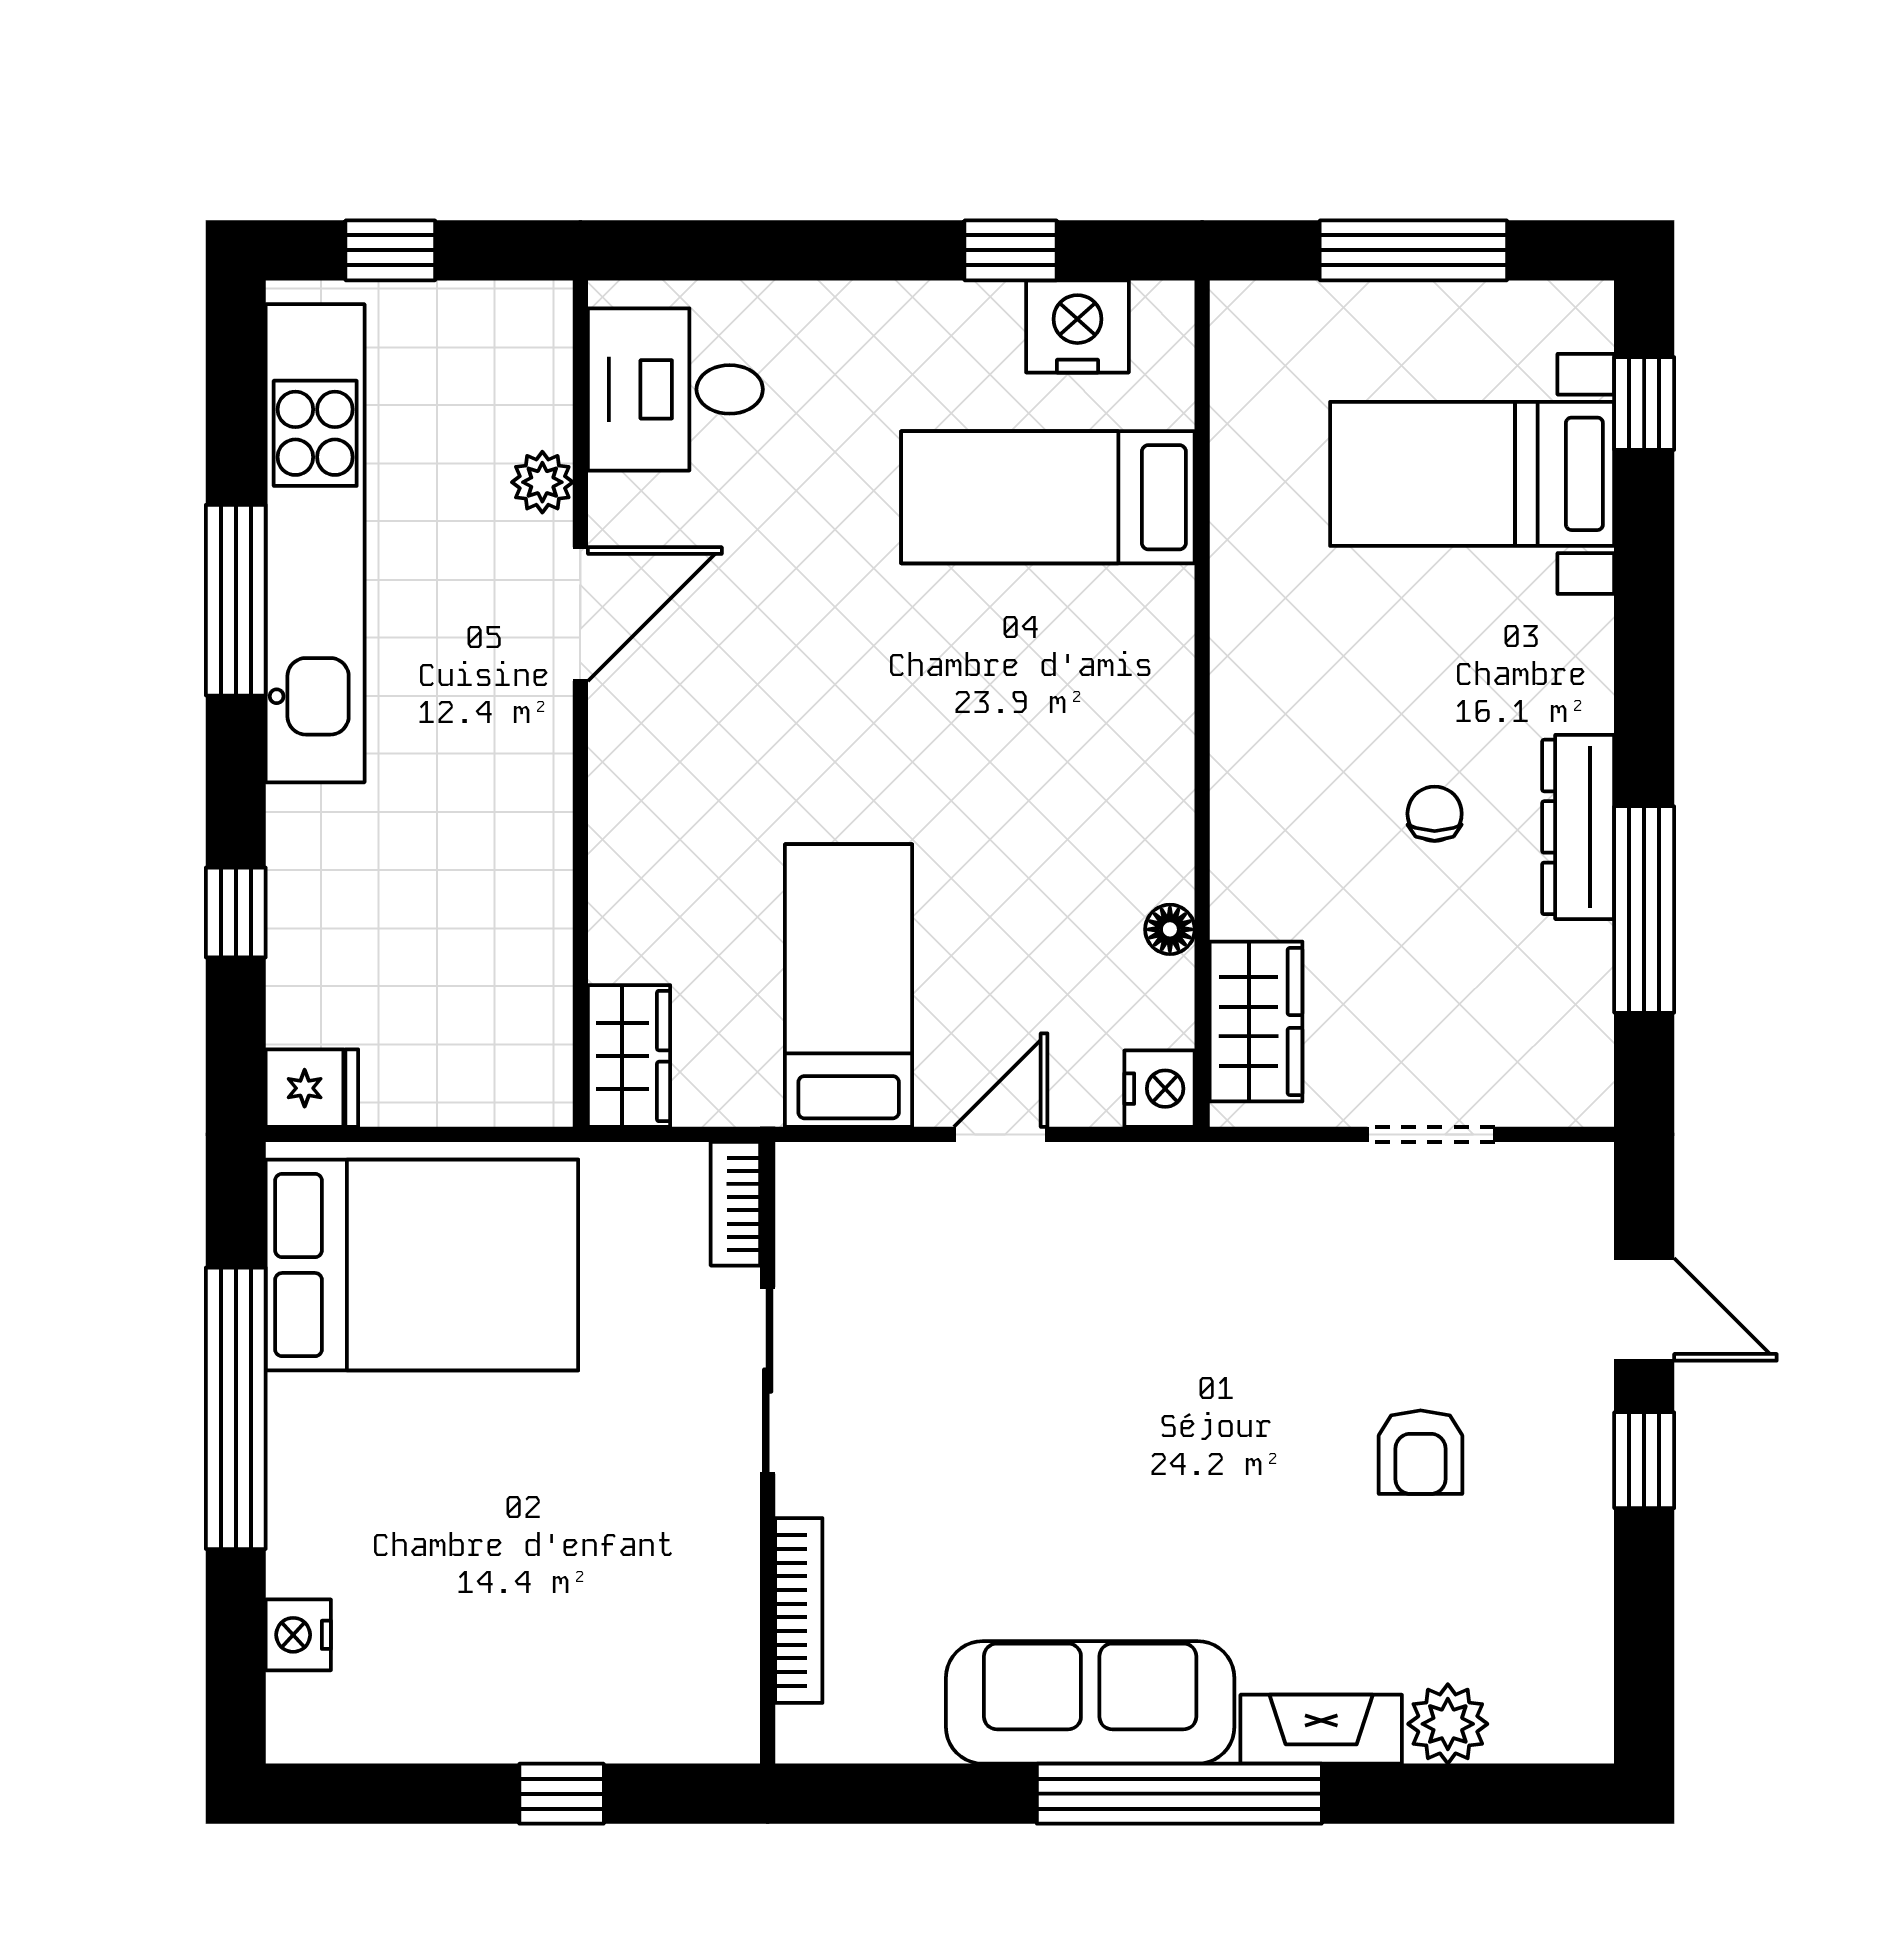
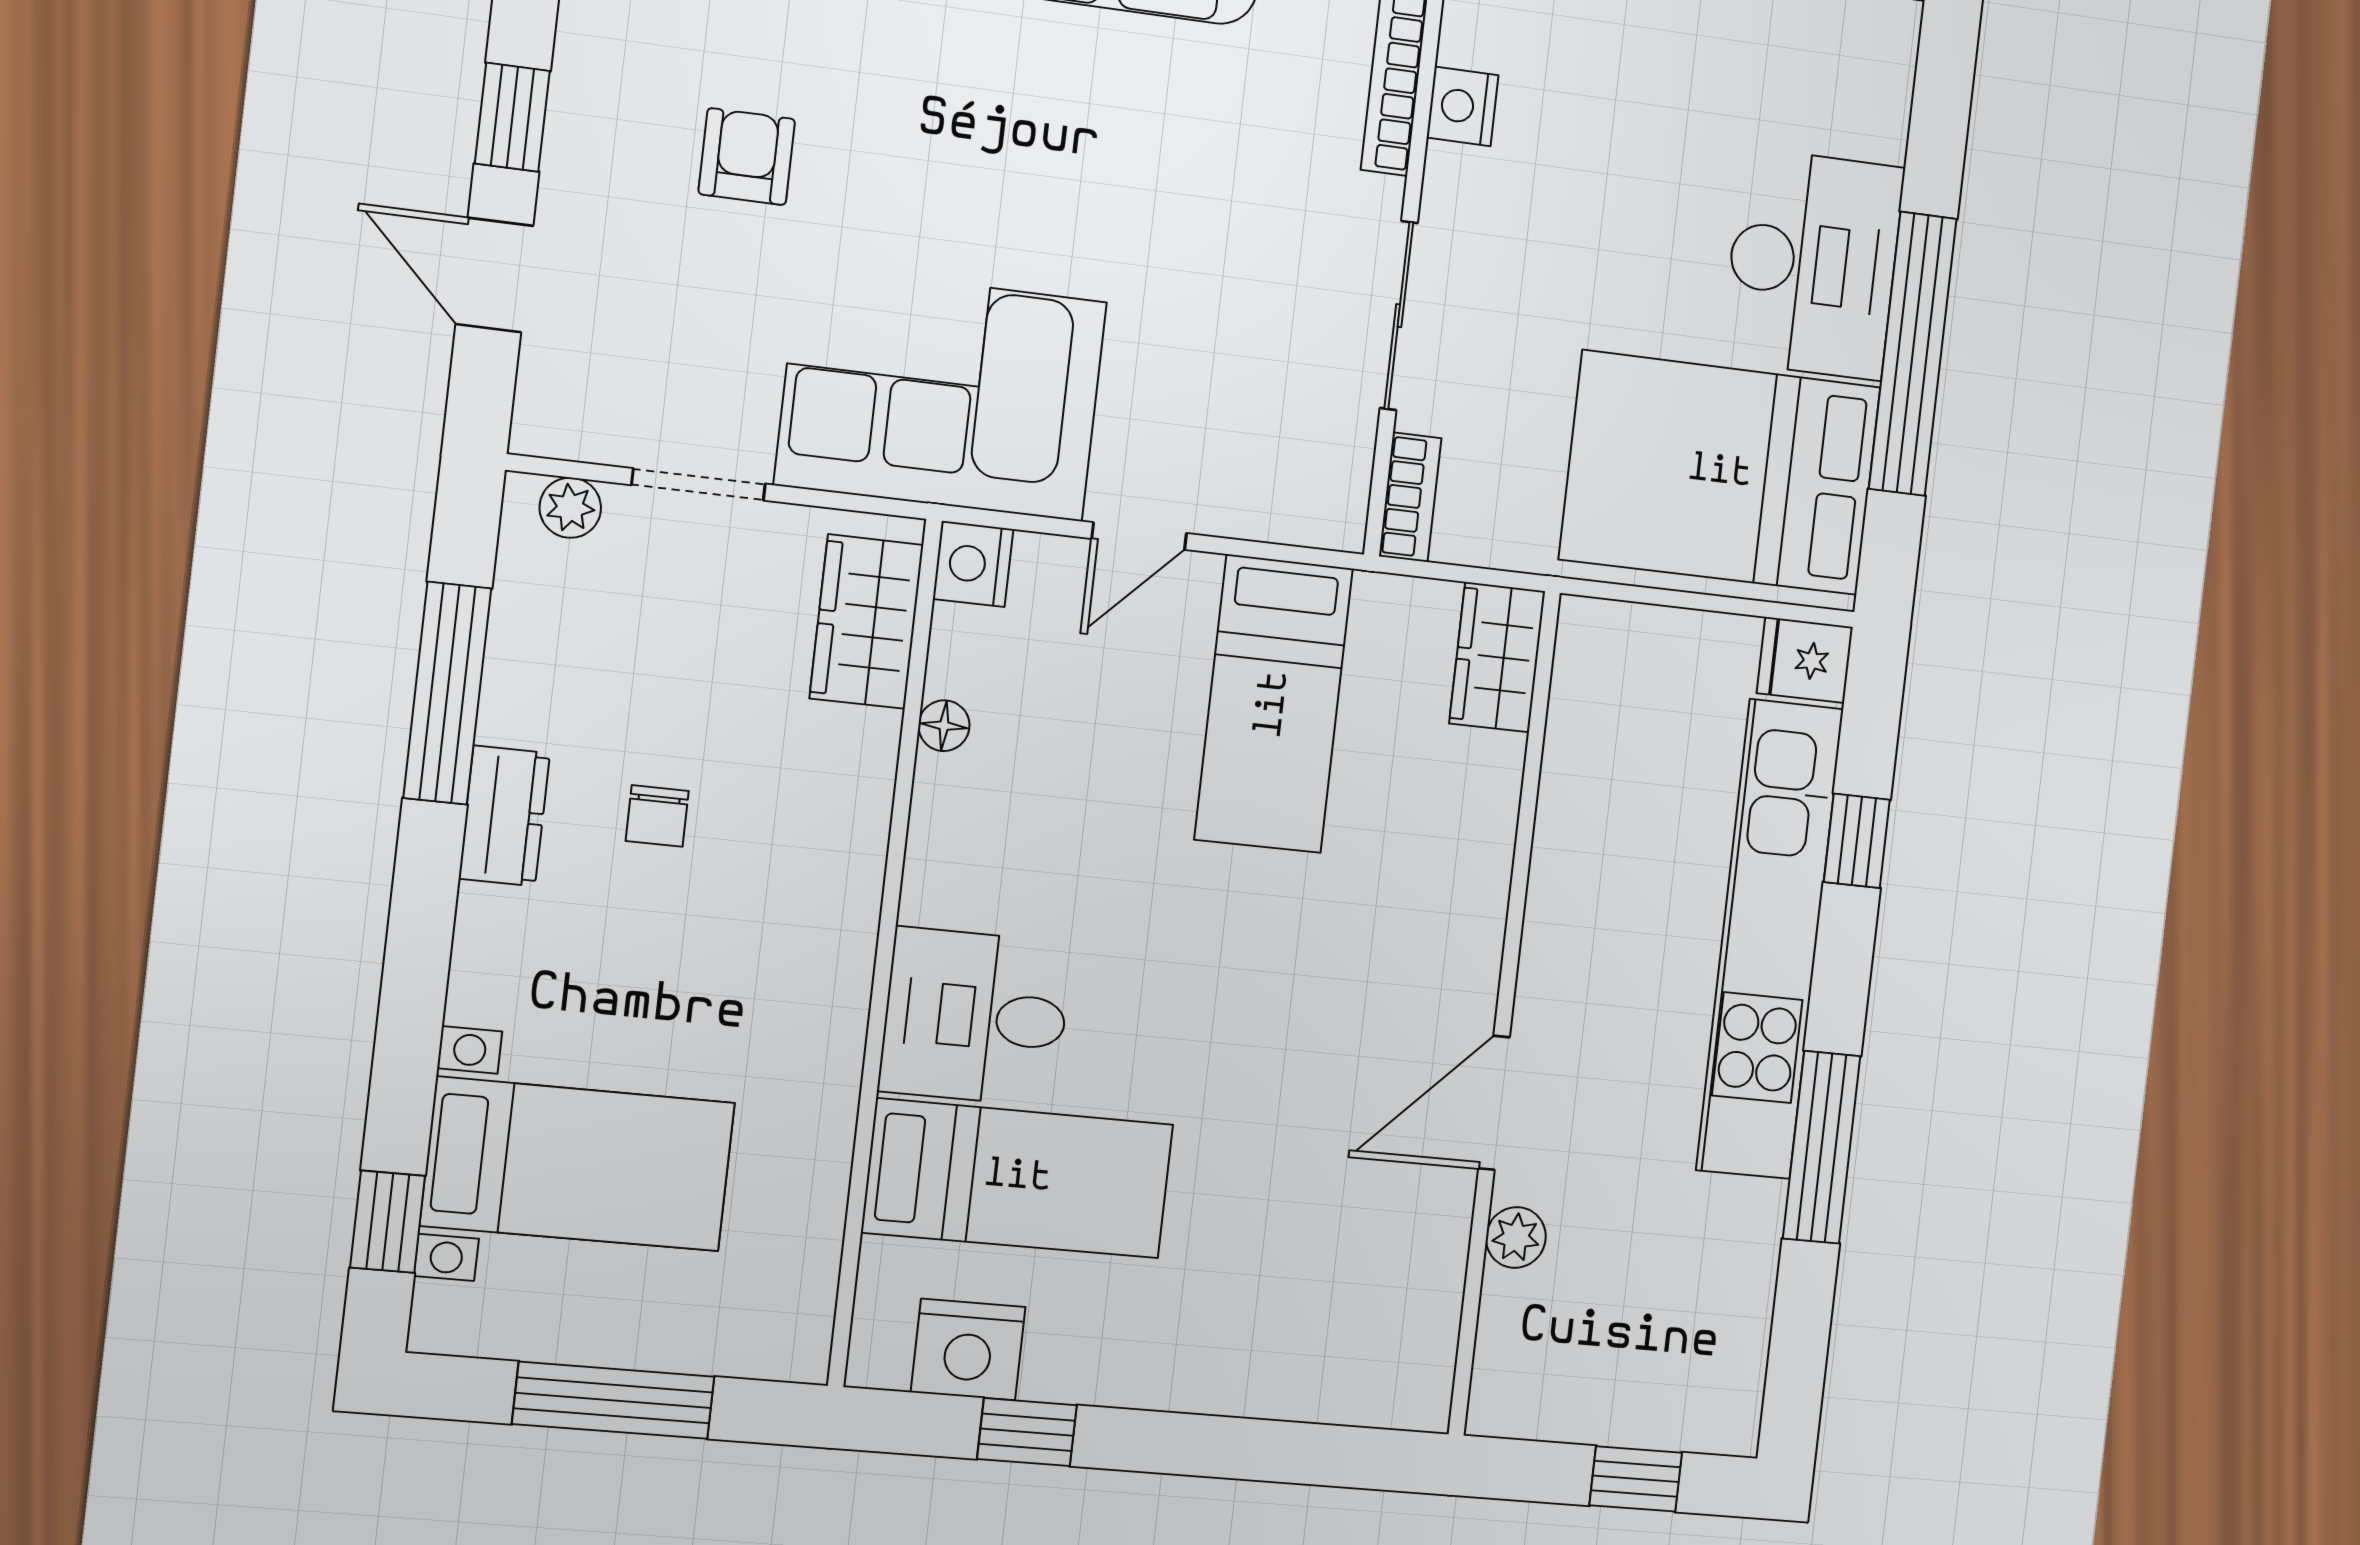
desk: (675, 389) -> (975, 1017), moved, turned 180
kitchen unit: (315, 543) -> (1770, 939), moved
dresser: (1578, 827) -> (504, 816), width x0.70
plant: (1549, 1098) -> (570, 508), added
corner sofa: (1209, 1249) -> (941, 393), added
desk: (351, 1485) -> (1813, 264), added
nightstand: (298, 1635) -> (1463, 106), moved, turned 180

